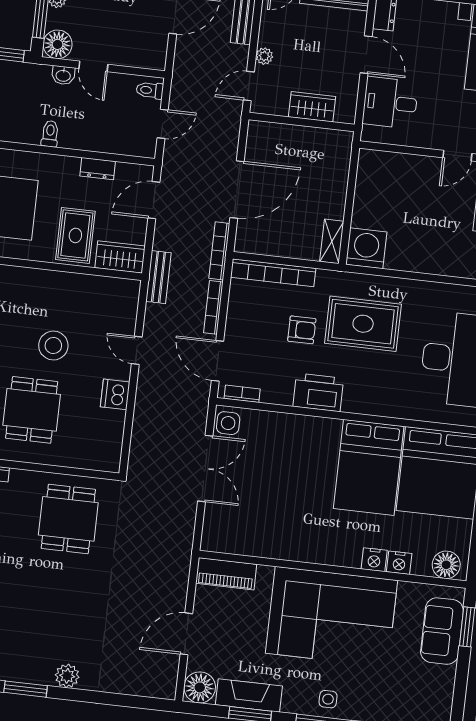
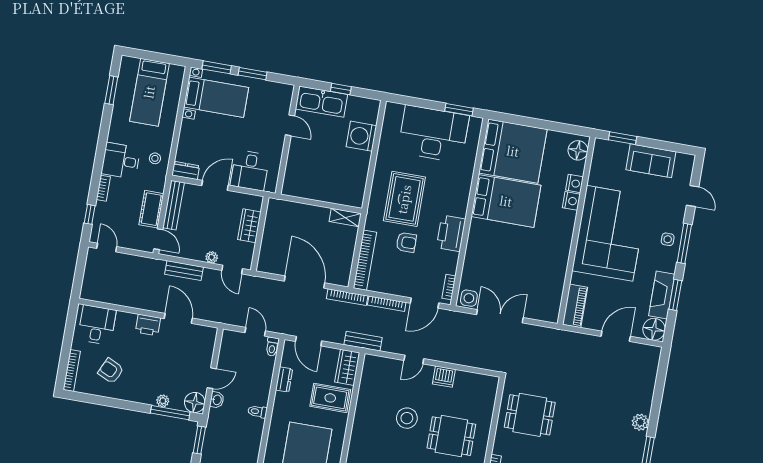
toilet: (150, 90) -> (272, 347), moved
washing machine: (366, 248) -> (361, 136), moved
armchair: (302, 330) -> (406, 242), turned 90
sofa: (442, 631) -> (651, 161), moved
door: (186, 634) -> (616, 336), swing flipped

